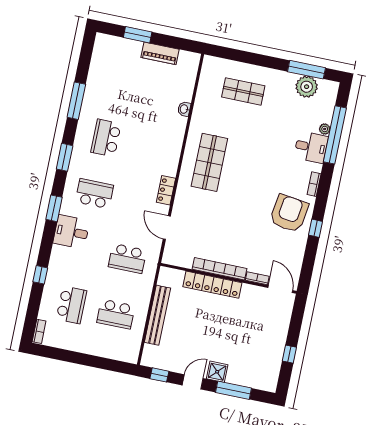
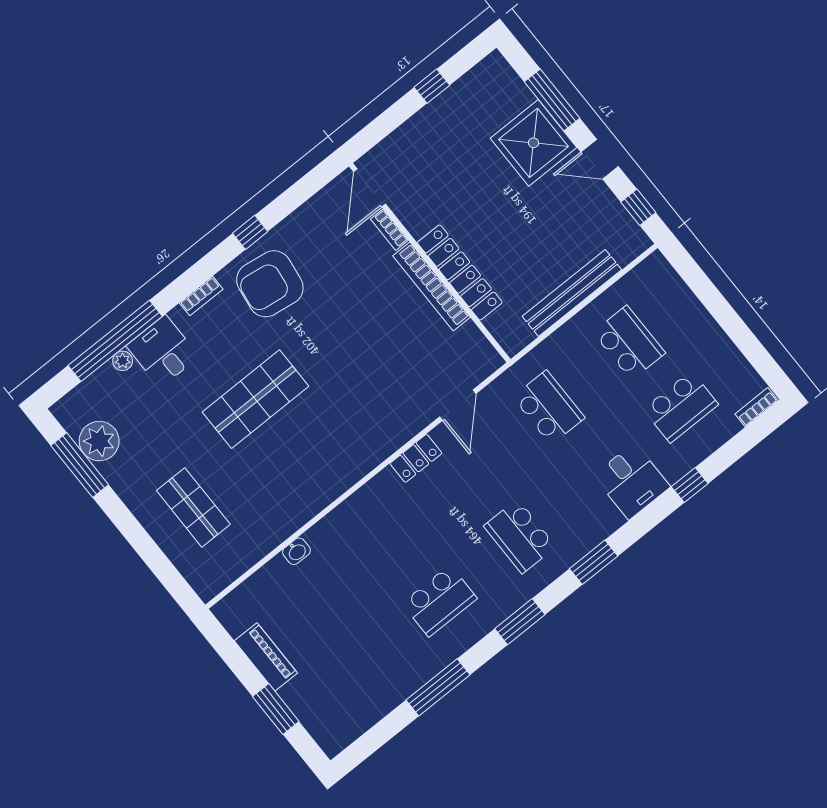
shop shelf: (209, 162) -> (255, 399), moved
desk: (71, 232) -> (632, 481), moved
school desk: (71, 305) -> (681, 407), turned 180
shower: (217, 372) -> (534, 143), width x1.86, depth x1.86

